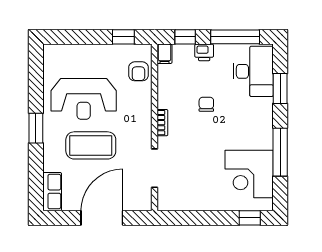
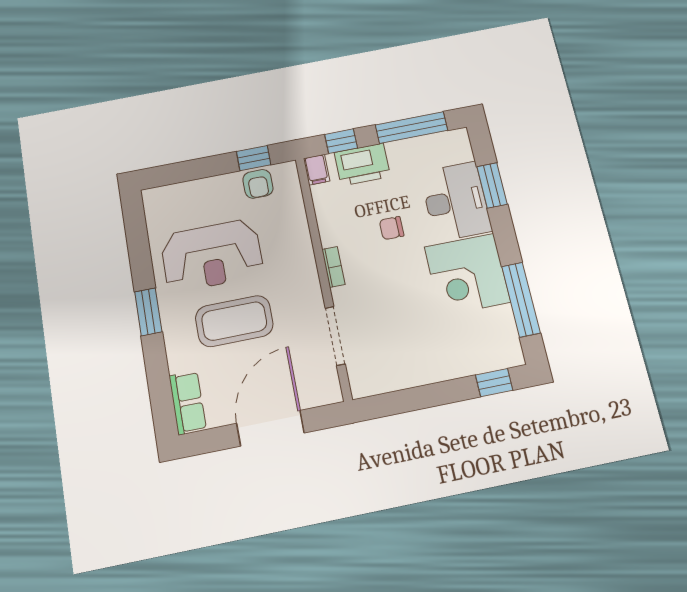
printer: (204, 52) -> (362, 165), width x1.87, depth x1.48
armchair: (138, 71) -> (258, 184), moved
desk: (253, 71) -> (456, 201), moved
chair: (206, 104) -> (392, 228), turned -90
window: (280, 152) -> (521, 300), moved
corner desk: (249, 174) -> (467, 274), moved

